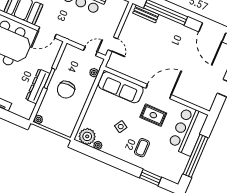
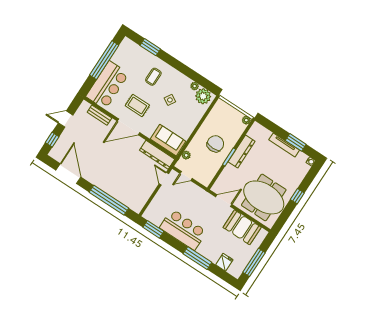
bench: (146, 14) -> (99, 115), moved
dresser: (124, 68) -> (157, 155), added
sofa: (121, 87) -> (168, 140), width x0.73

